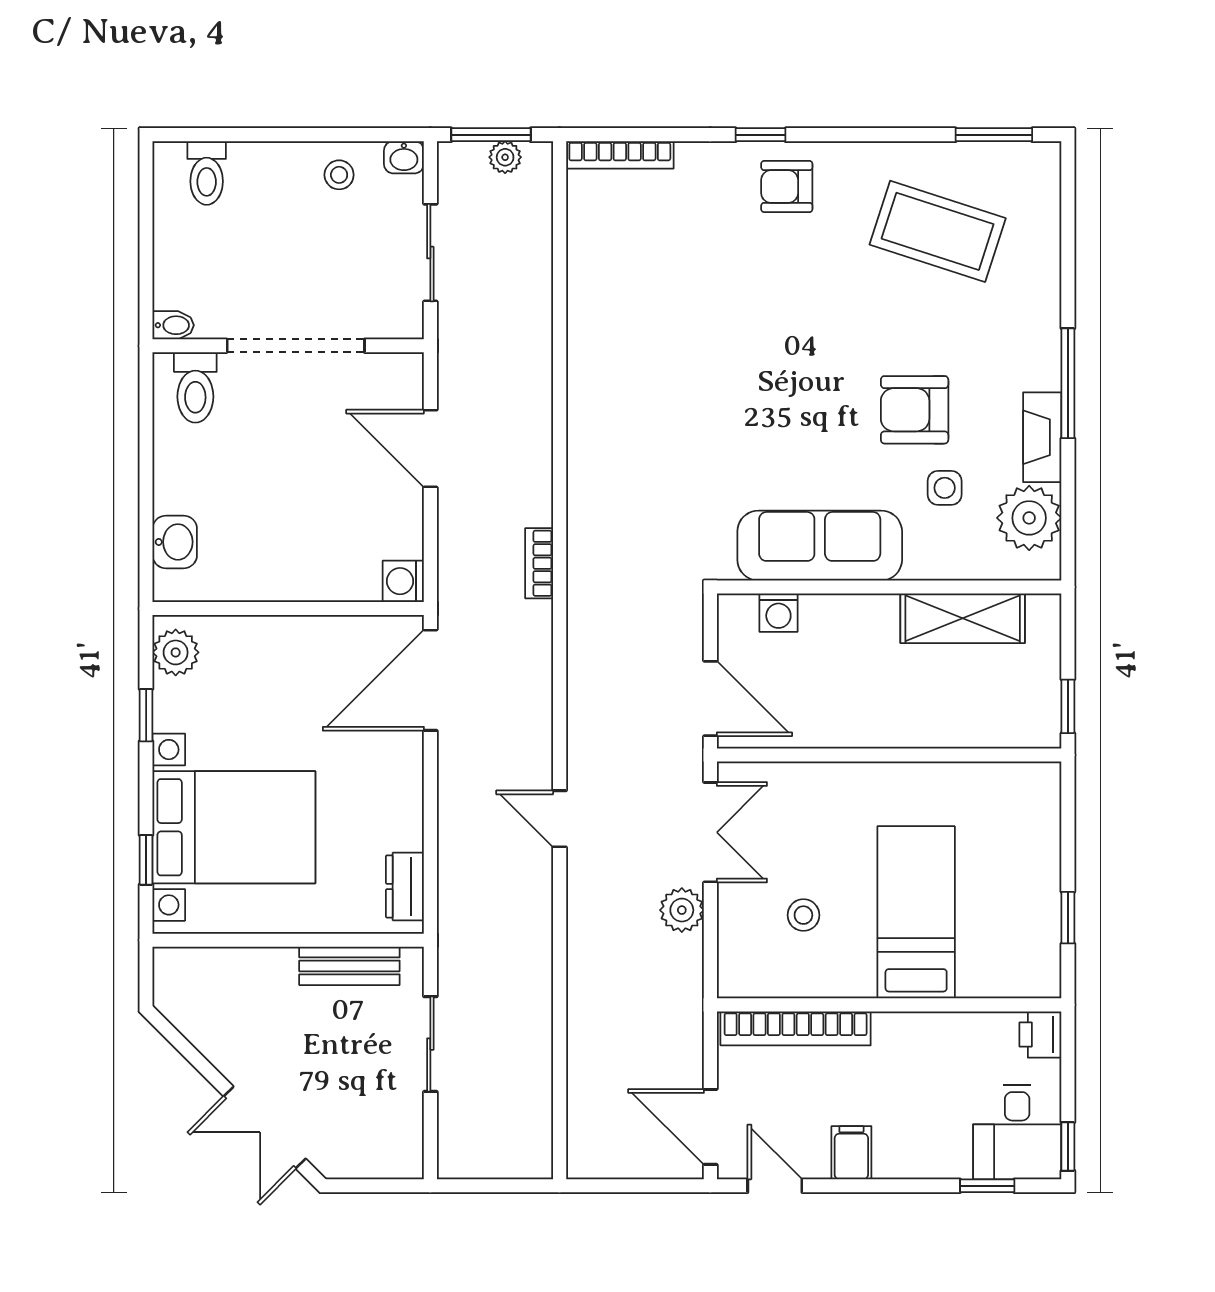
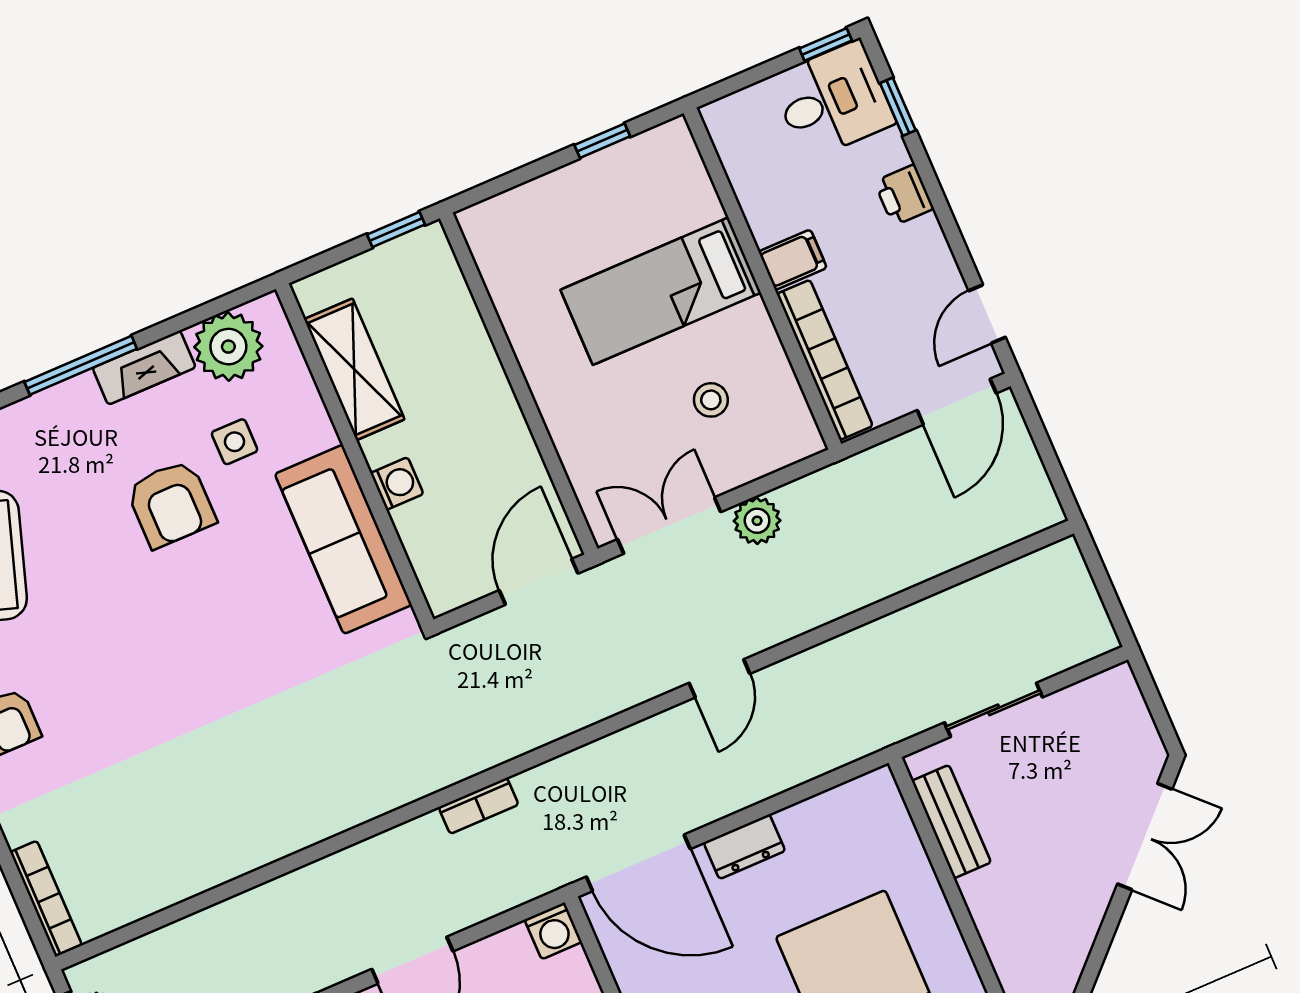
washing machine: (778, 613) -> (397, 484), moved
dresser: (405, 886) -> (744, 847), moved
printer: (1040, 1034) -> (904, 195), moved, turned 90
filing cabinet: (851, 1153) -> (793, 260), moved, turned 180

